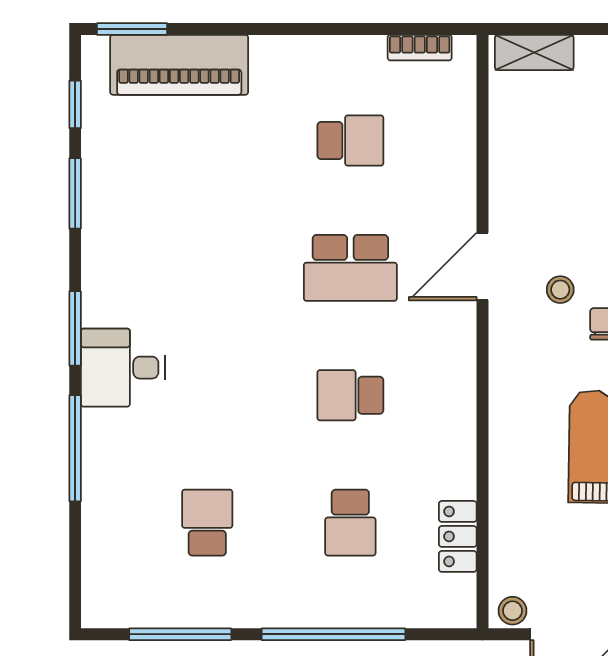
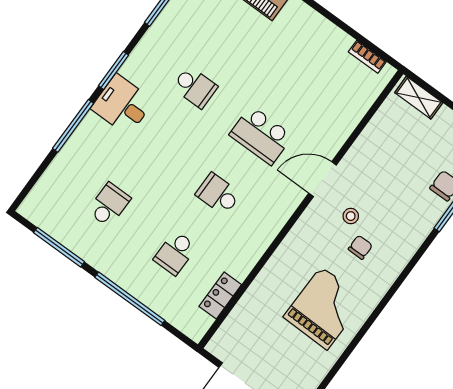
school desk: (350, 141) -> (195, 87), moved
stool: (513, 611) -> (220, 348), removed

